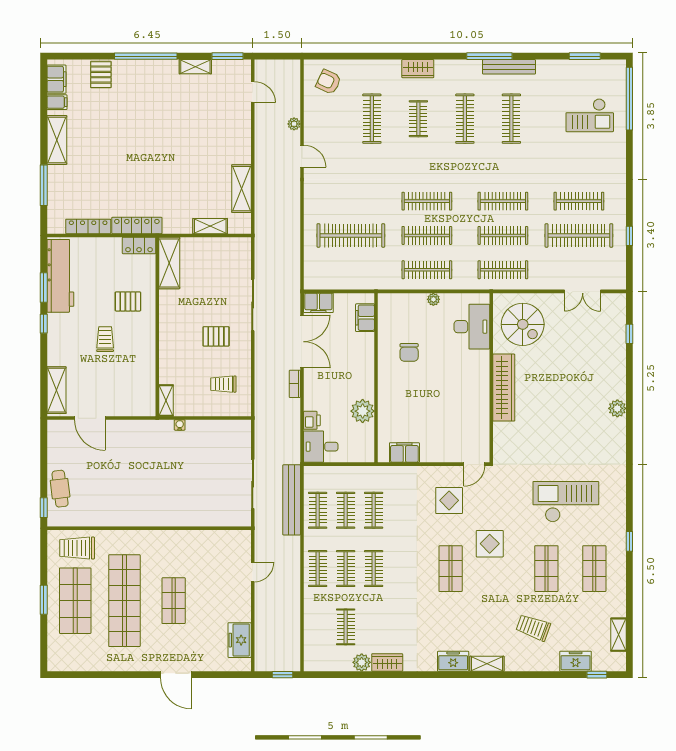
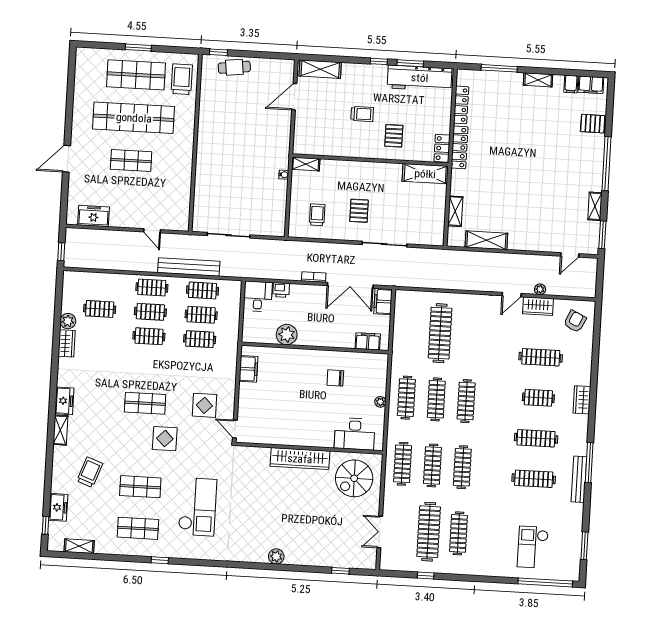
wardrobe: (314, 125) -> (538, 306), added
shelving: (57, 140) -> (538, 80), width x0.67, depth x0.75
bench: (292, 500) -> (189, 267), moved

